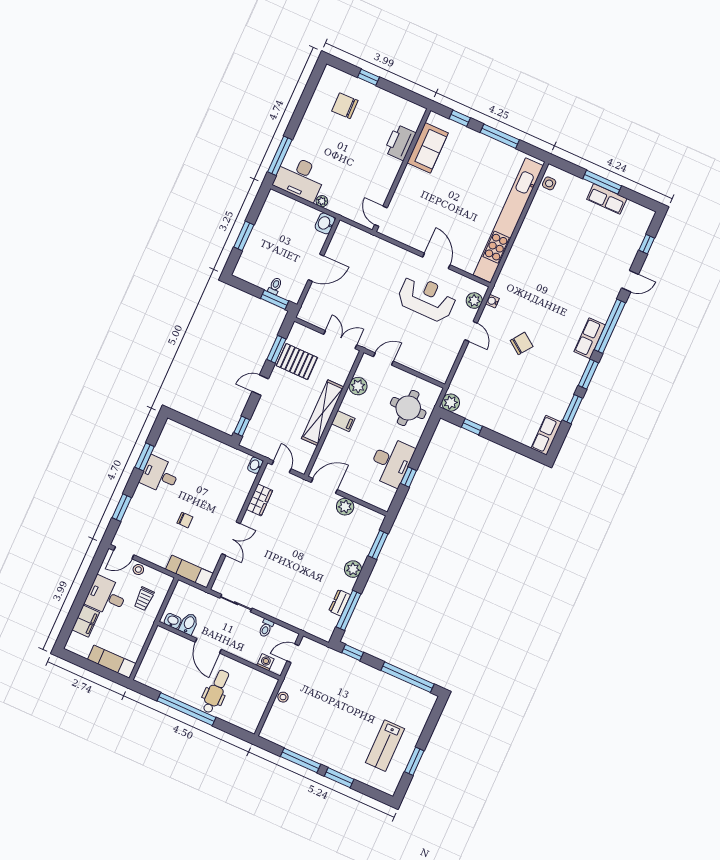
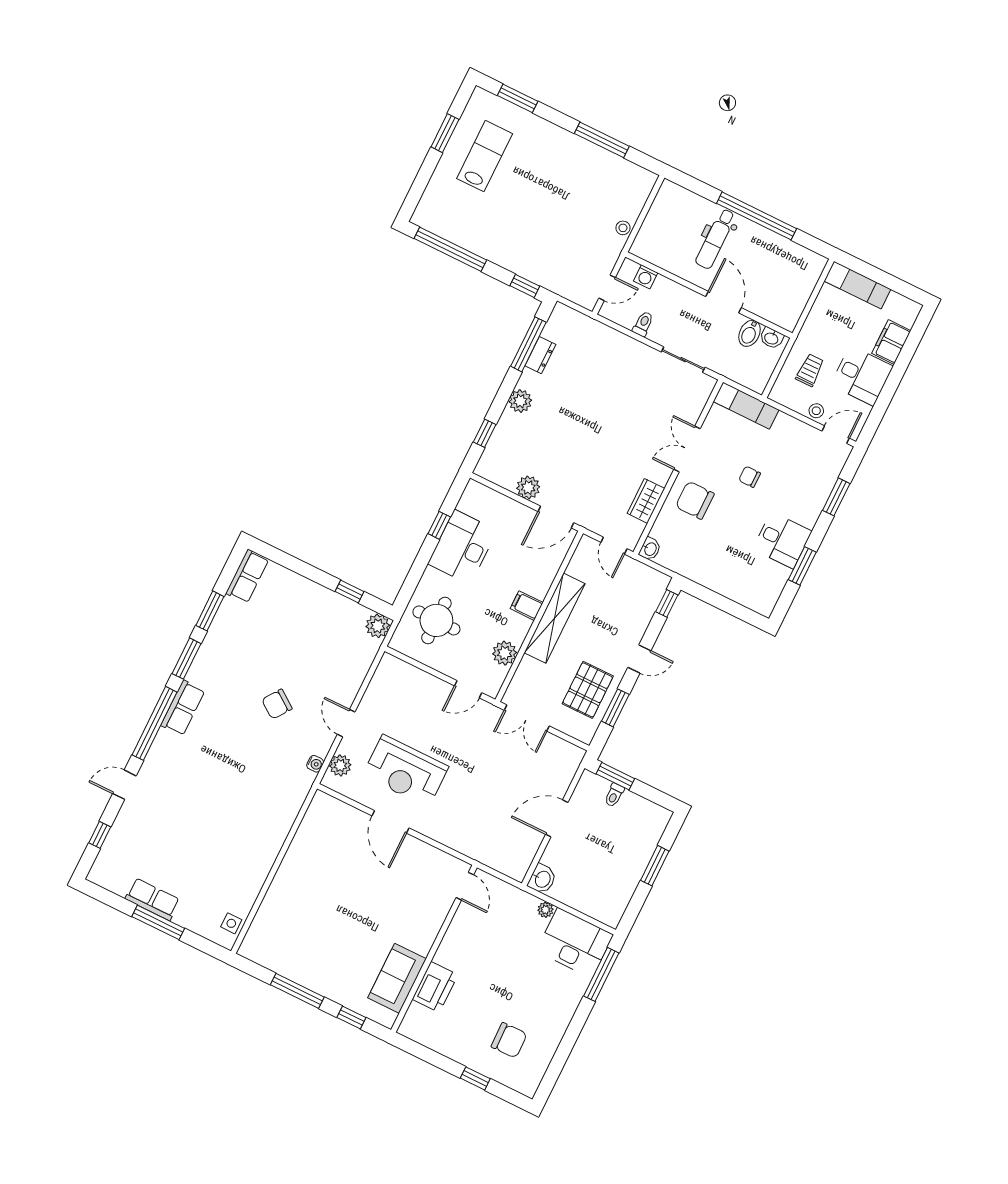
kitchen unit: (508, 220) -> (289, 875), removed
pallet: (297, 362) -> (588, 690), turned 90
chair: (224, 502) -> (695, 500), added
window: (378, 545) -> (485, 433), width x0.67
window: (339, 778) -> (518, 98), moved

